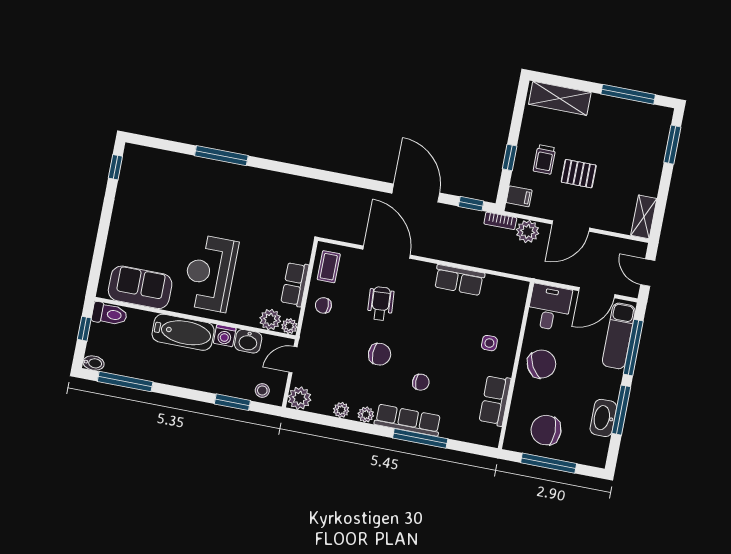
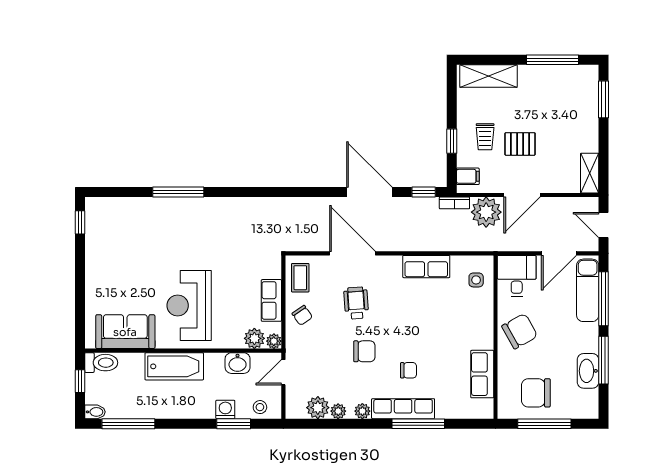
plant: (528, 231) -> (486, 212), width x1.36, depth x1.36
chair: (323, 305) -> (302, 315), turned -125
washing machine: (225, 336) -> (225, 409), moved, turned 180
side table: (489, 343) -> (476, 280), moved
plant: (300, 398) -> (318, 408), moved

